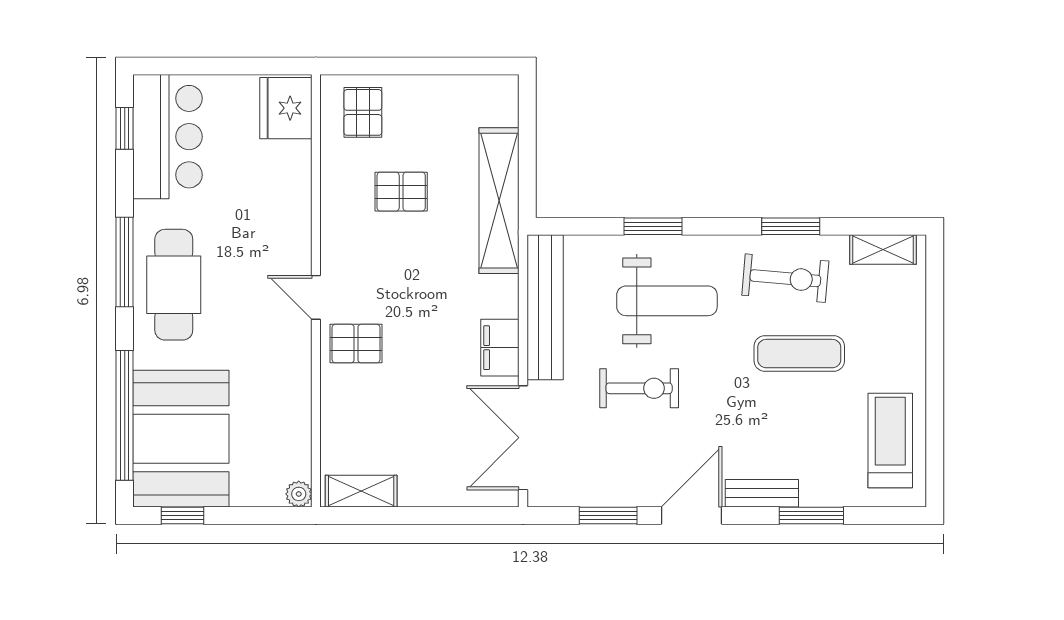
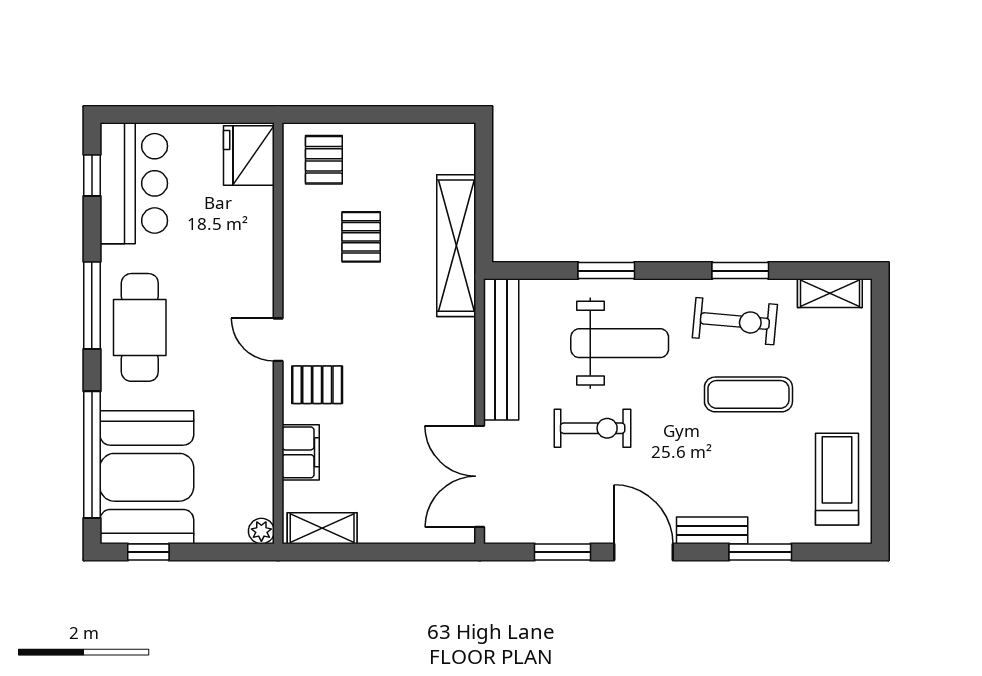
pallet: (401, 192) -> (361, 237), turned 90
filing cabinet: (500, 348) -> (301, 452), moved, turned 180
door: (691, 516) -> (643, 552), hinge flipped

